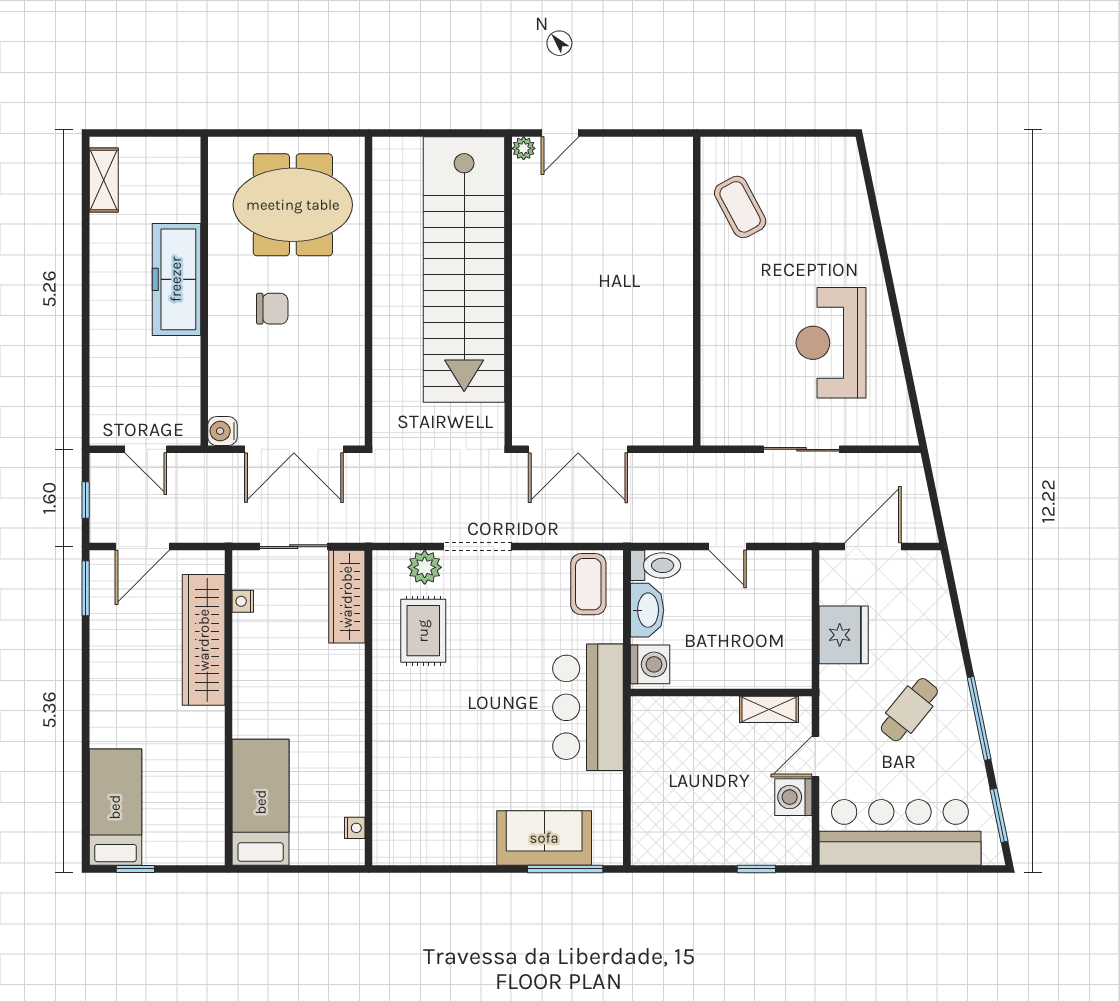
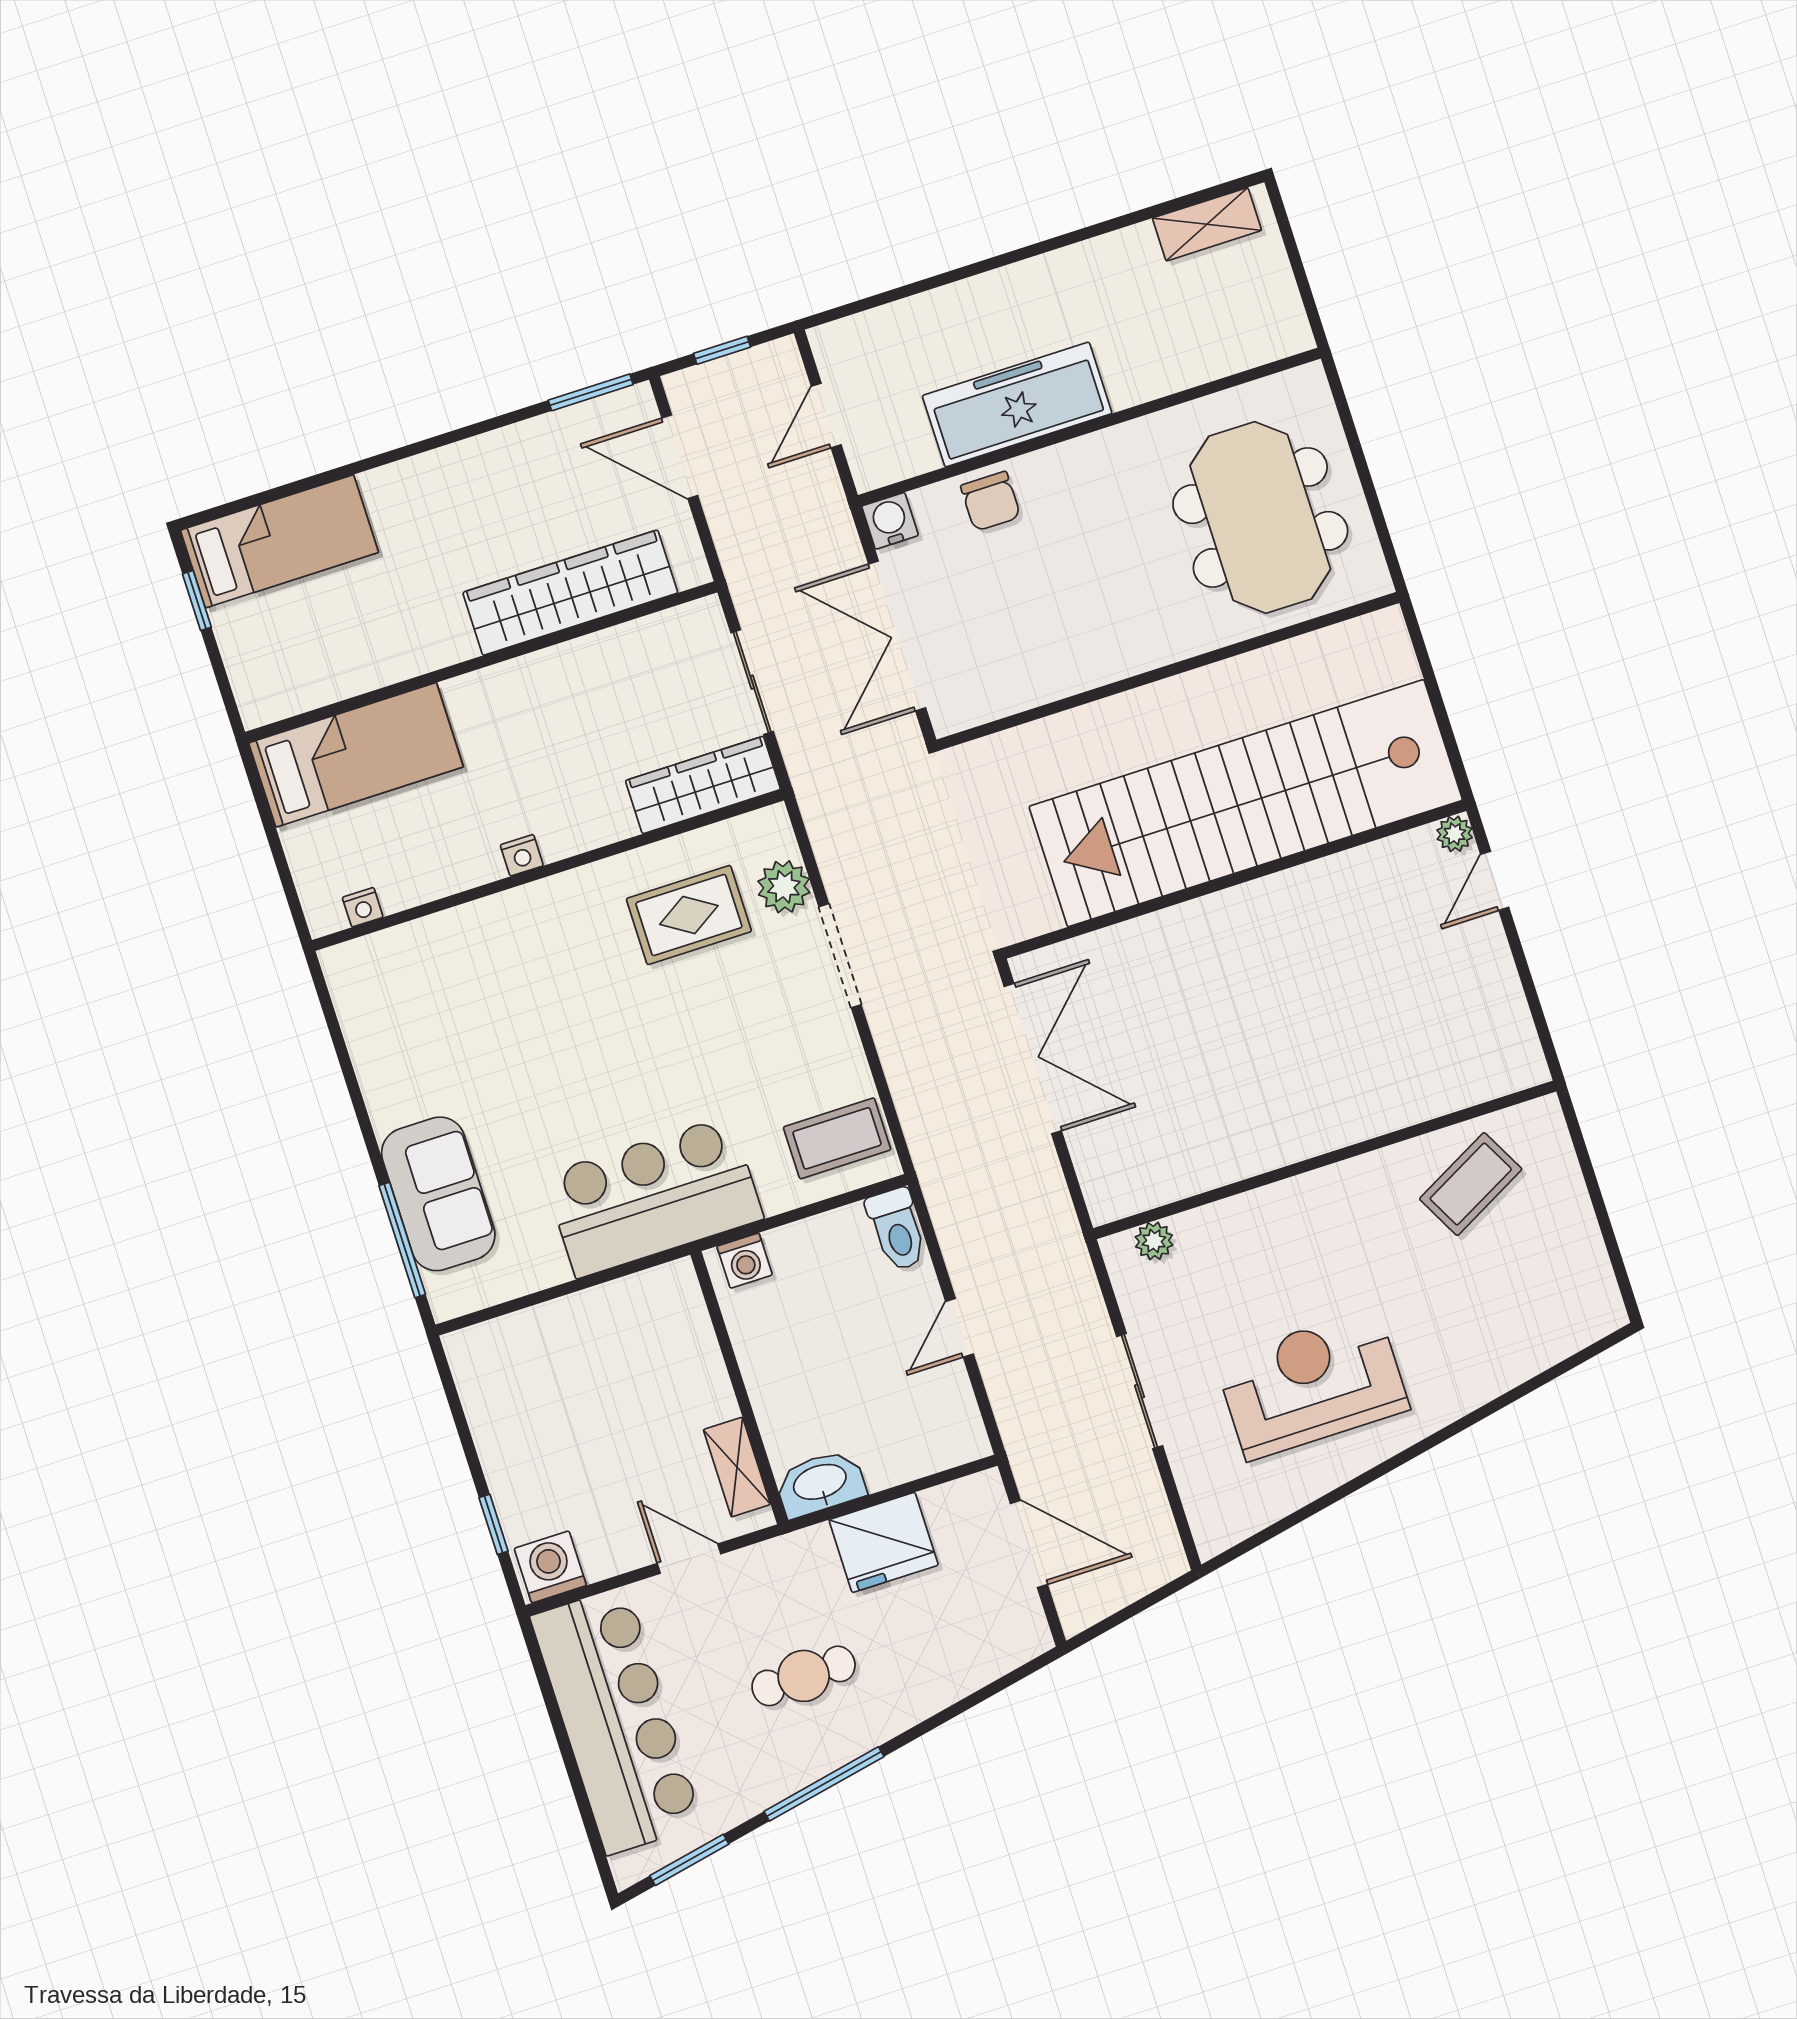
door: (560, 133) -> (1495, 881), hinge flipped
freezer: (176, 279) -> (1017, 405), moved
chair: (272, 309) -> (991, 501), moved
plant: (713, 411) -> (1154, 1241), added
double door: (578, 449) -> (1033, 1059), swing flipped
nightstand: (243, 601) -> (522, 855), moved, turned 180
washbasin: (647, 610) -> (820, 1483), moved, turned 180
washing machine: (650, 664) -> (745, 1261), width x0.73, depth x0.73
cafe table: (909, 710) -> (804, 1676), turned -40
washing machine: (793, 797) -> (550, 1567), moved

